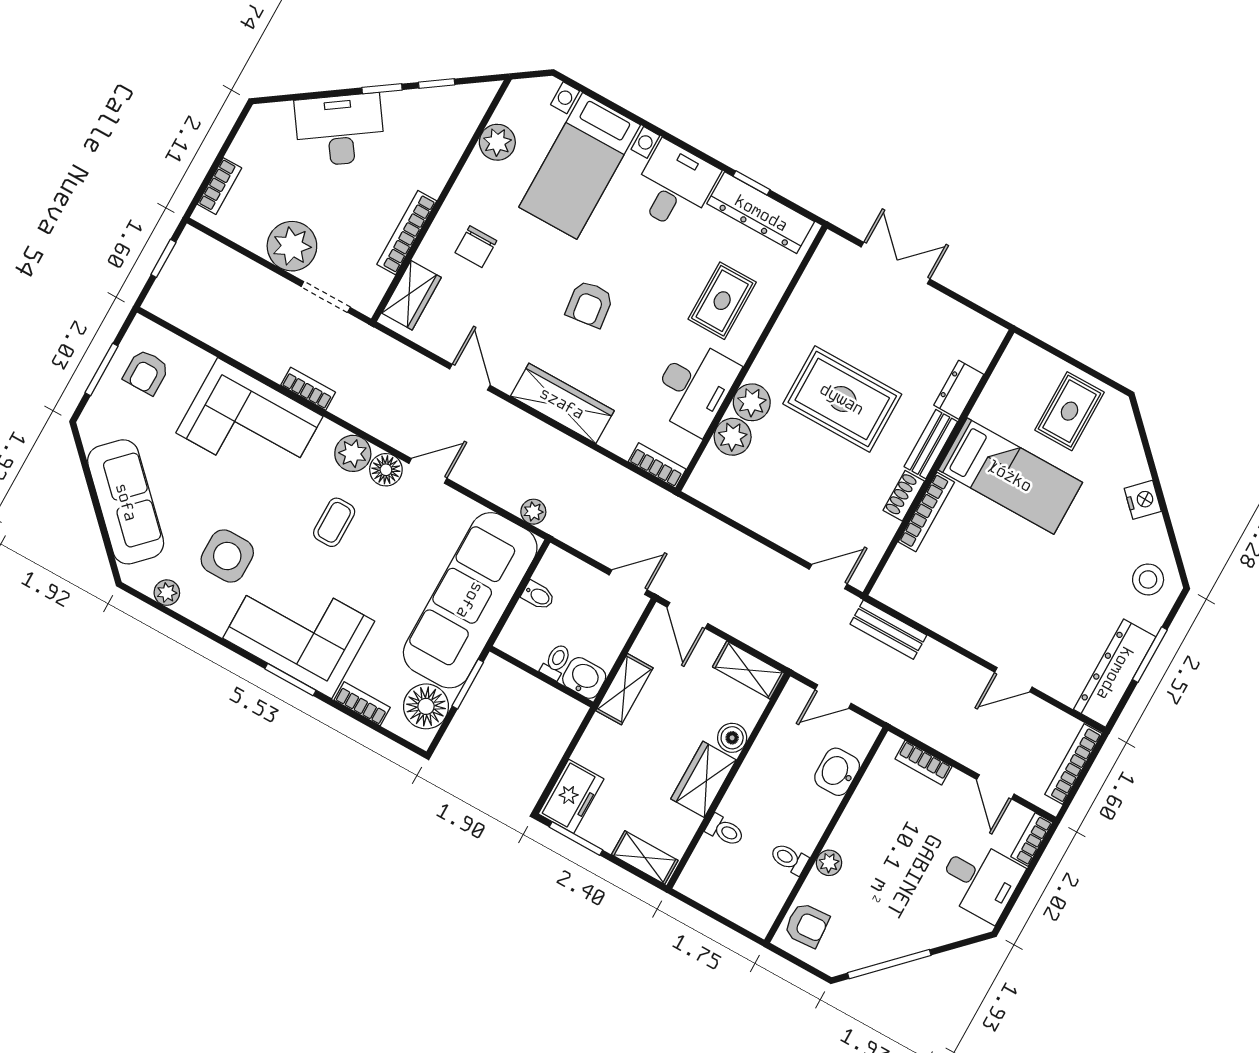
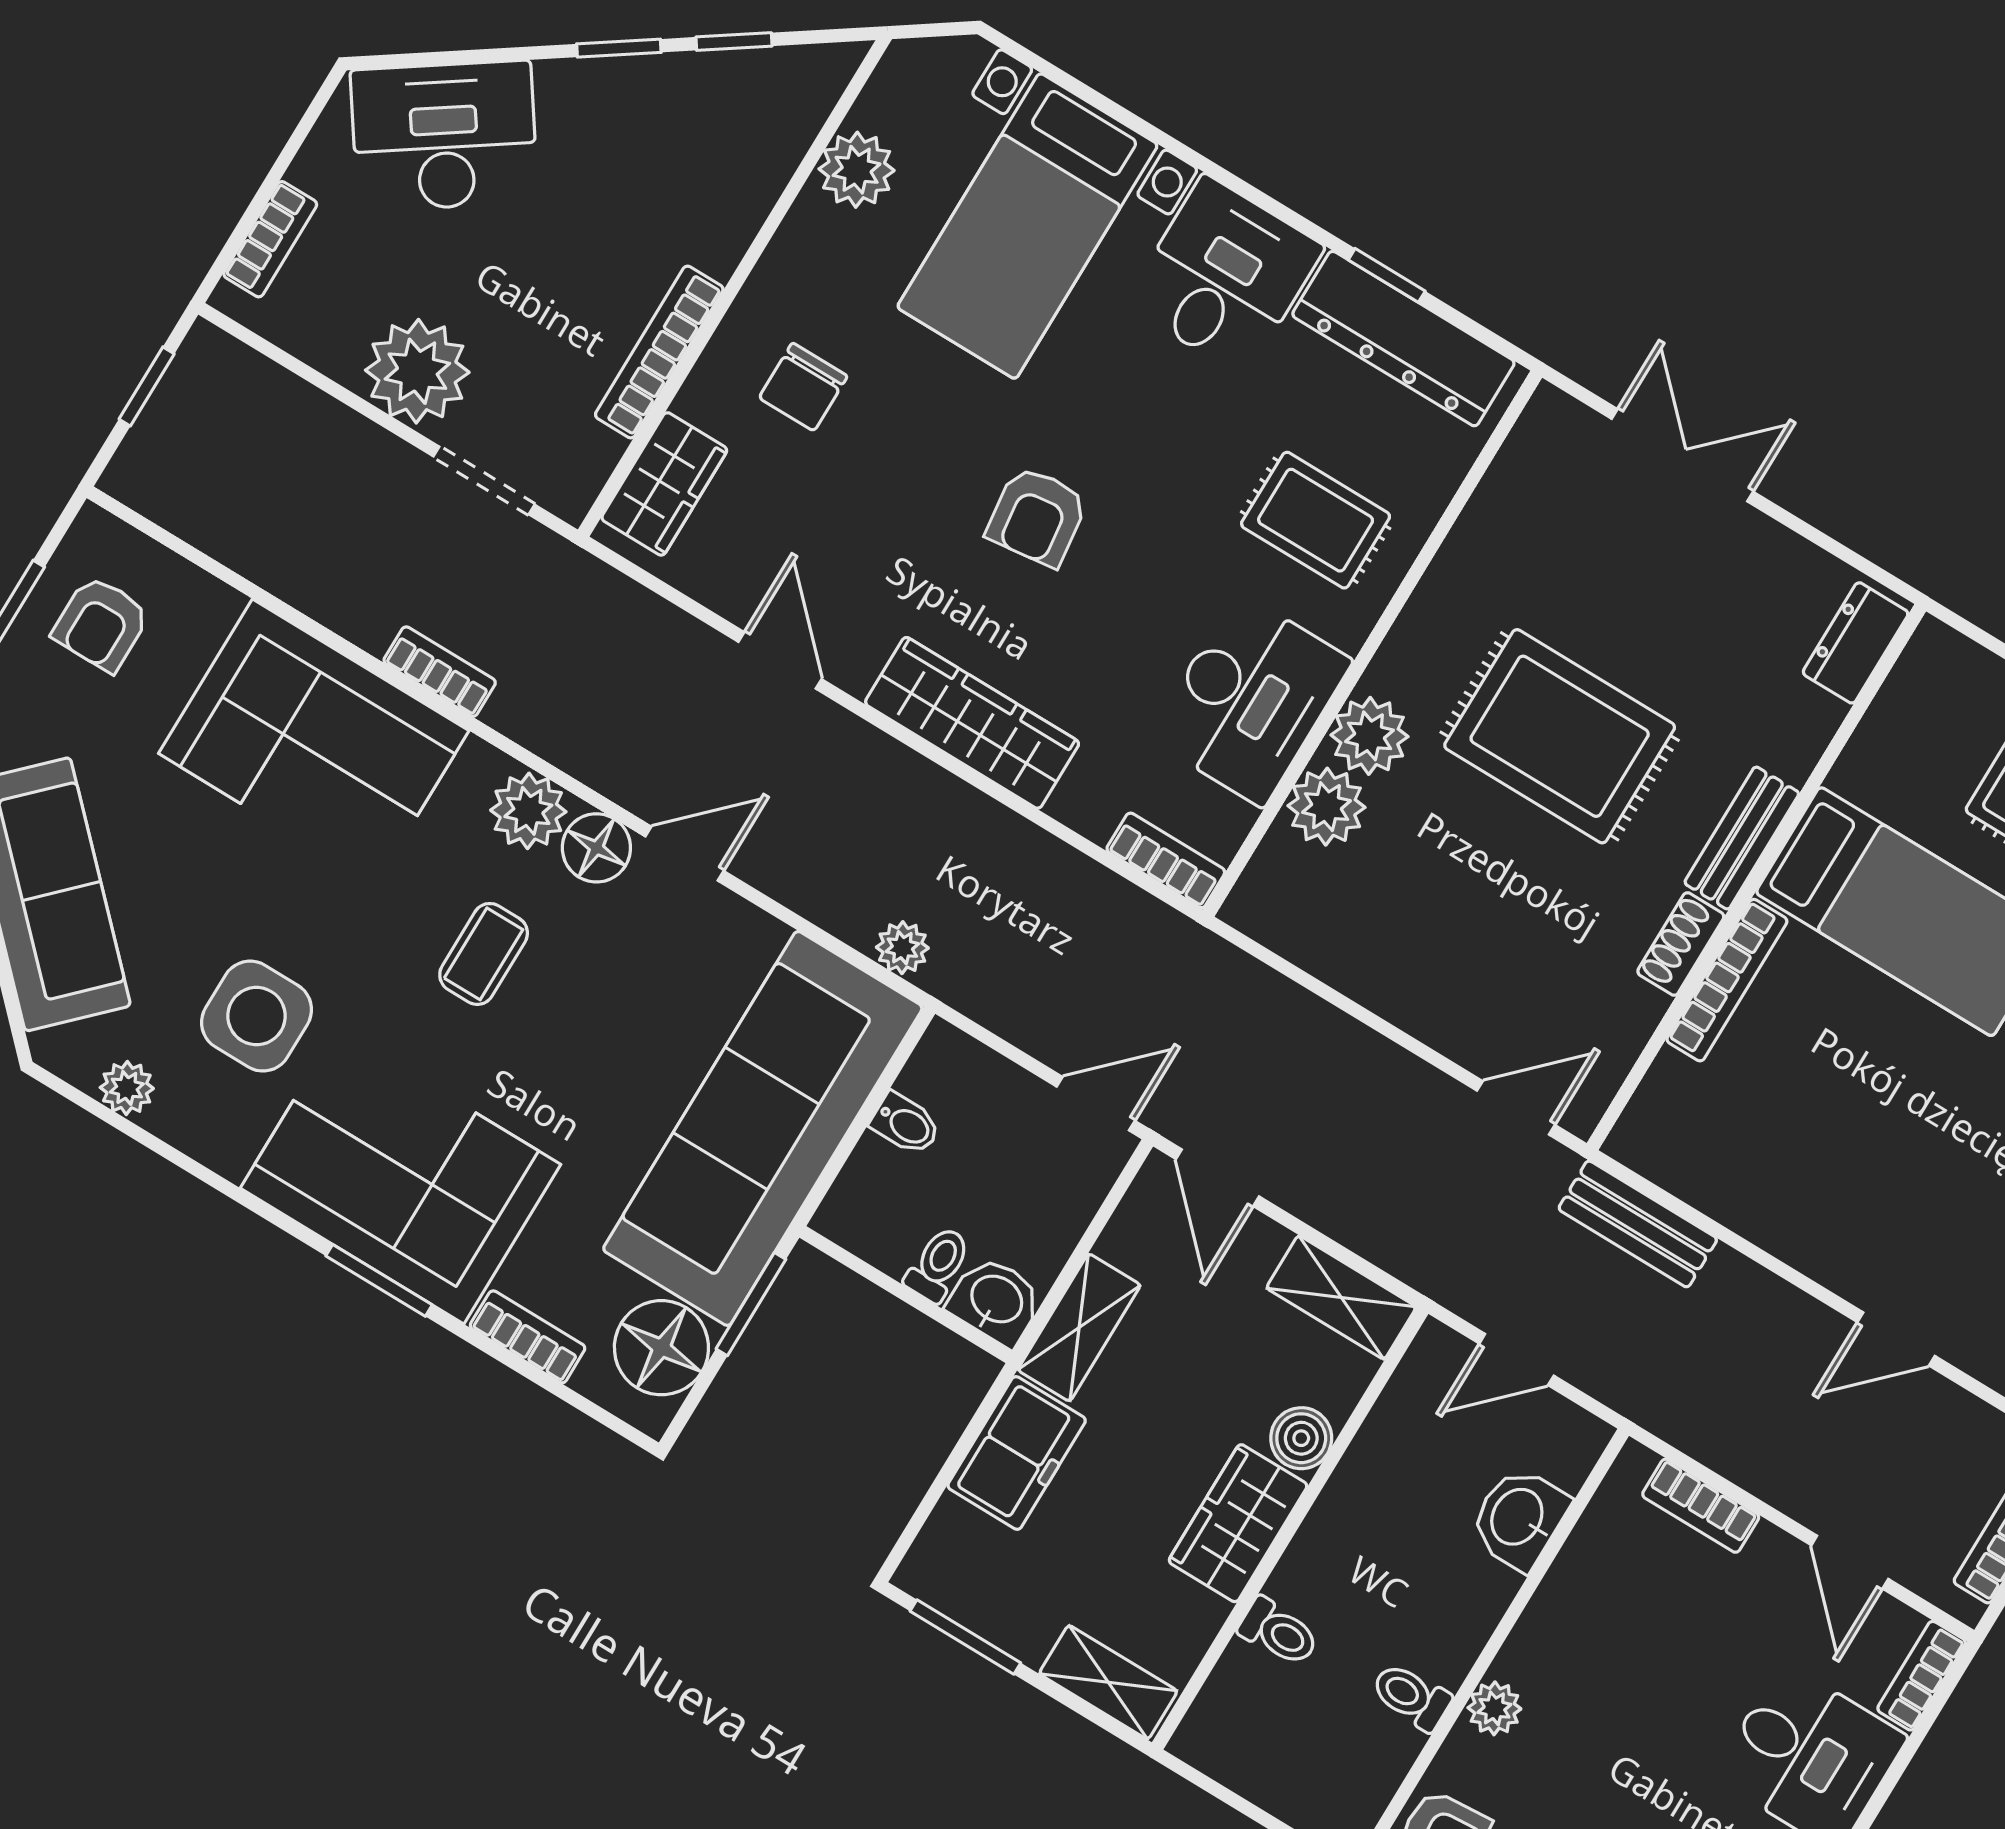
desk: (340, 130) -> (444, 136), moved
rug: (722, 301) -> (1316, 520), turned 90
dresser: (959, 390) -> (1856, 643), moved
freezer: (571, 796) -> (1017, 1453), moved

